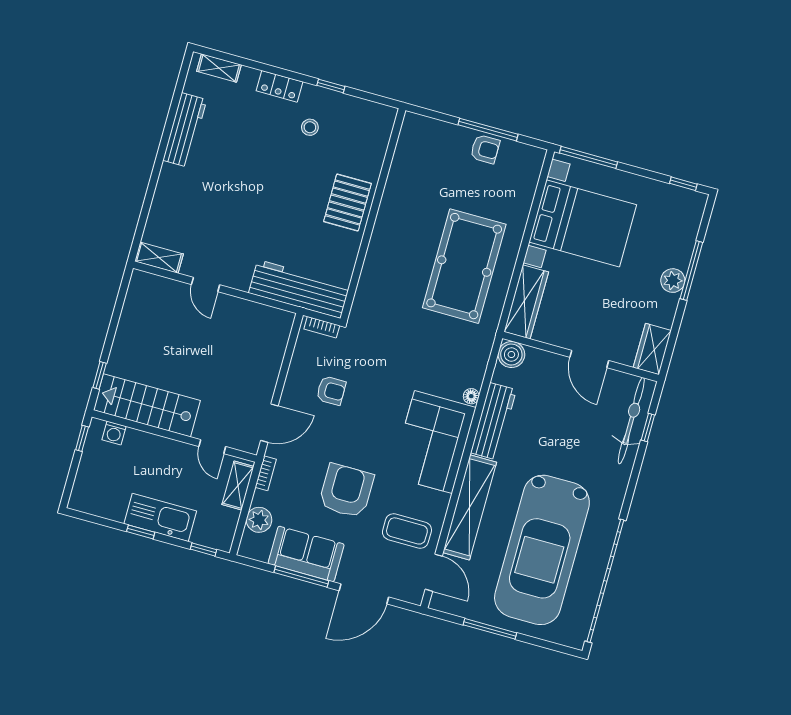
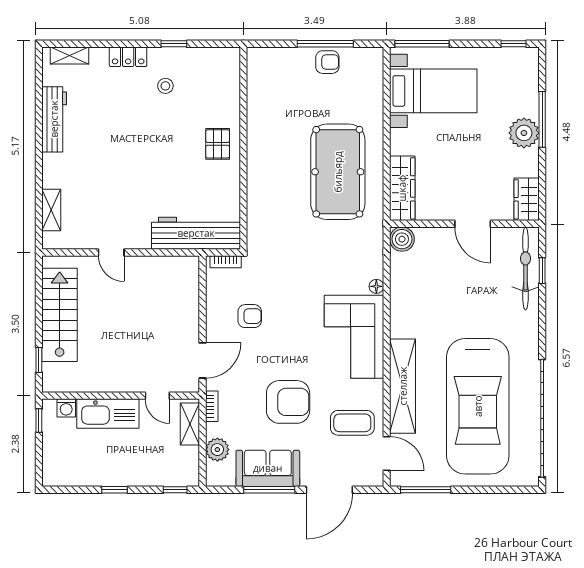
pallet: (347, 203) -> (218, 144), width x0.67, depth x0.71
bed with nightstands: (583, 223) -> (433, 91), width x0.73
shelving: (159, 258) -> (51, 210), moved, turned 90
plant: (673, 281) -> (524, 133), width x1.36, depth x1.36
stairs: (147, 405) -> (60, 315), moved, turned 90
workbench: (493, 421) -> (402, 303), removed
armchair: (346, 491) -> (288, 402), turned 90
kitchen sink: (160, 517) -> (108, 414), moved, turned 180
window: (490, 629) -> (426, 490), moved

